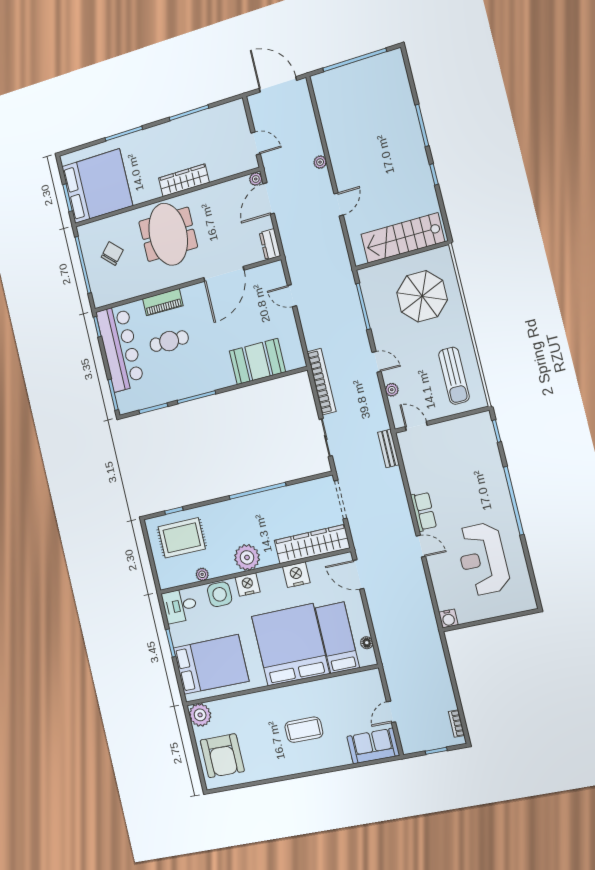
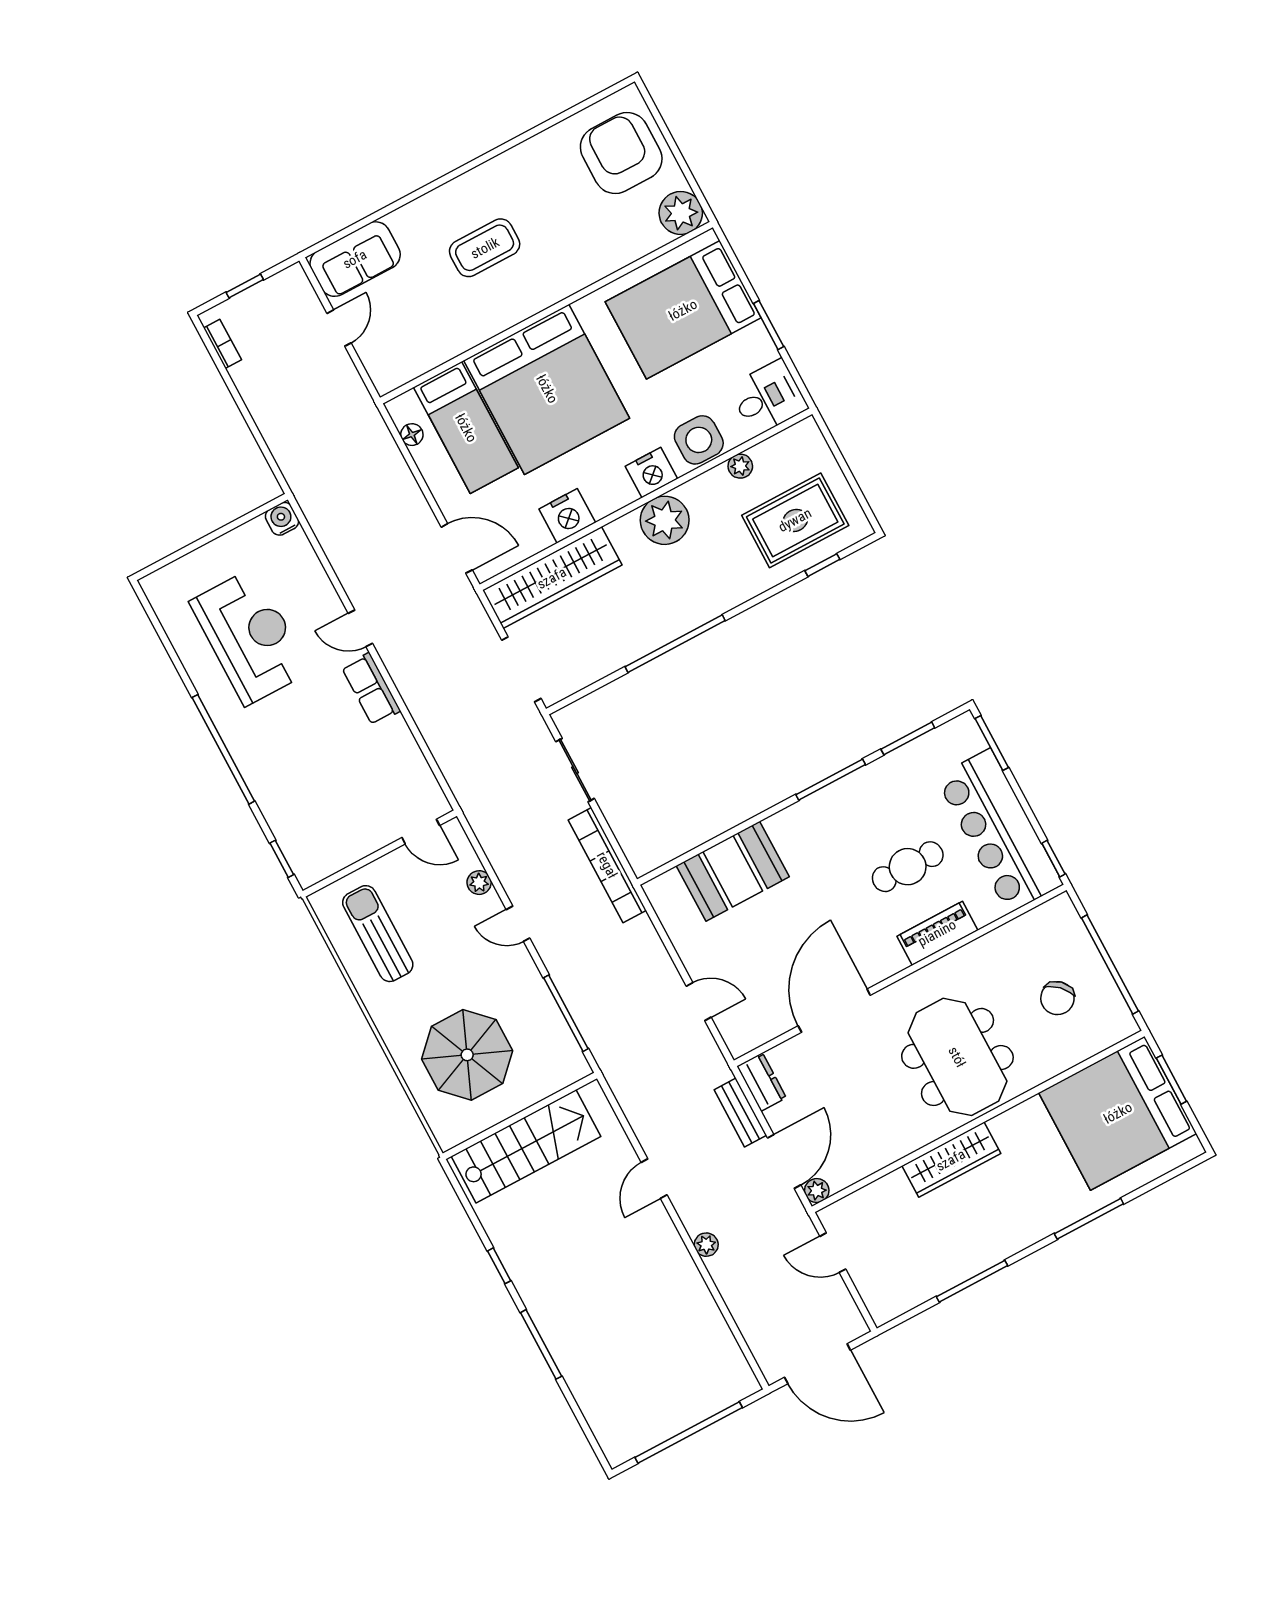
bench: (389, 448) -> (740, 1112), moved

